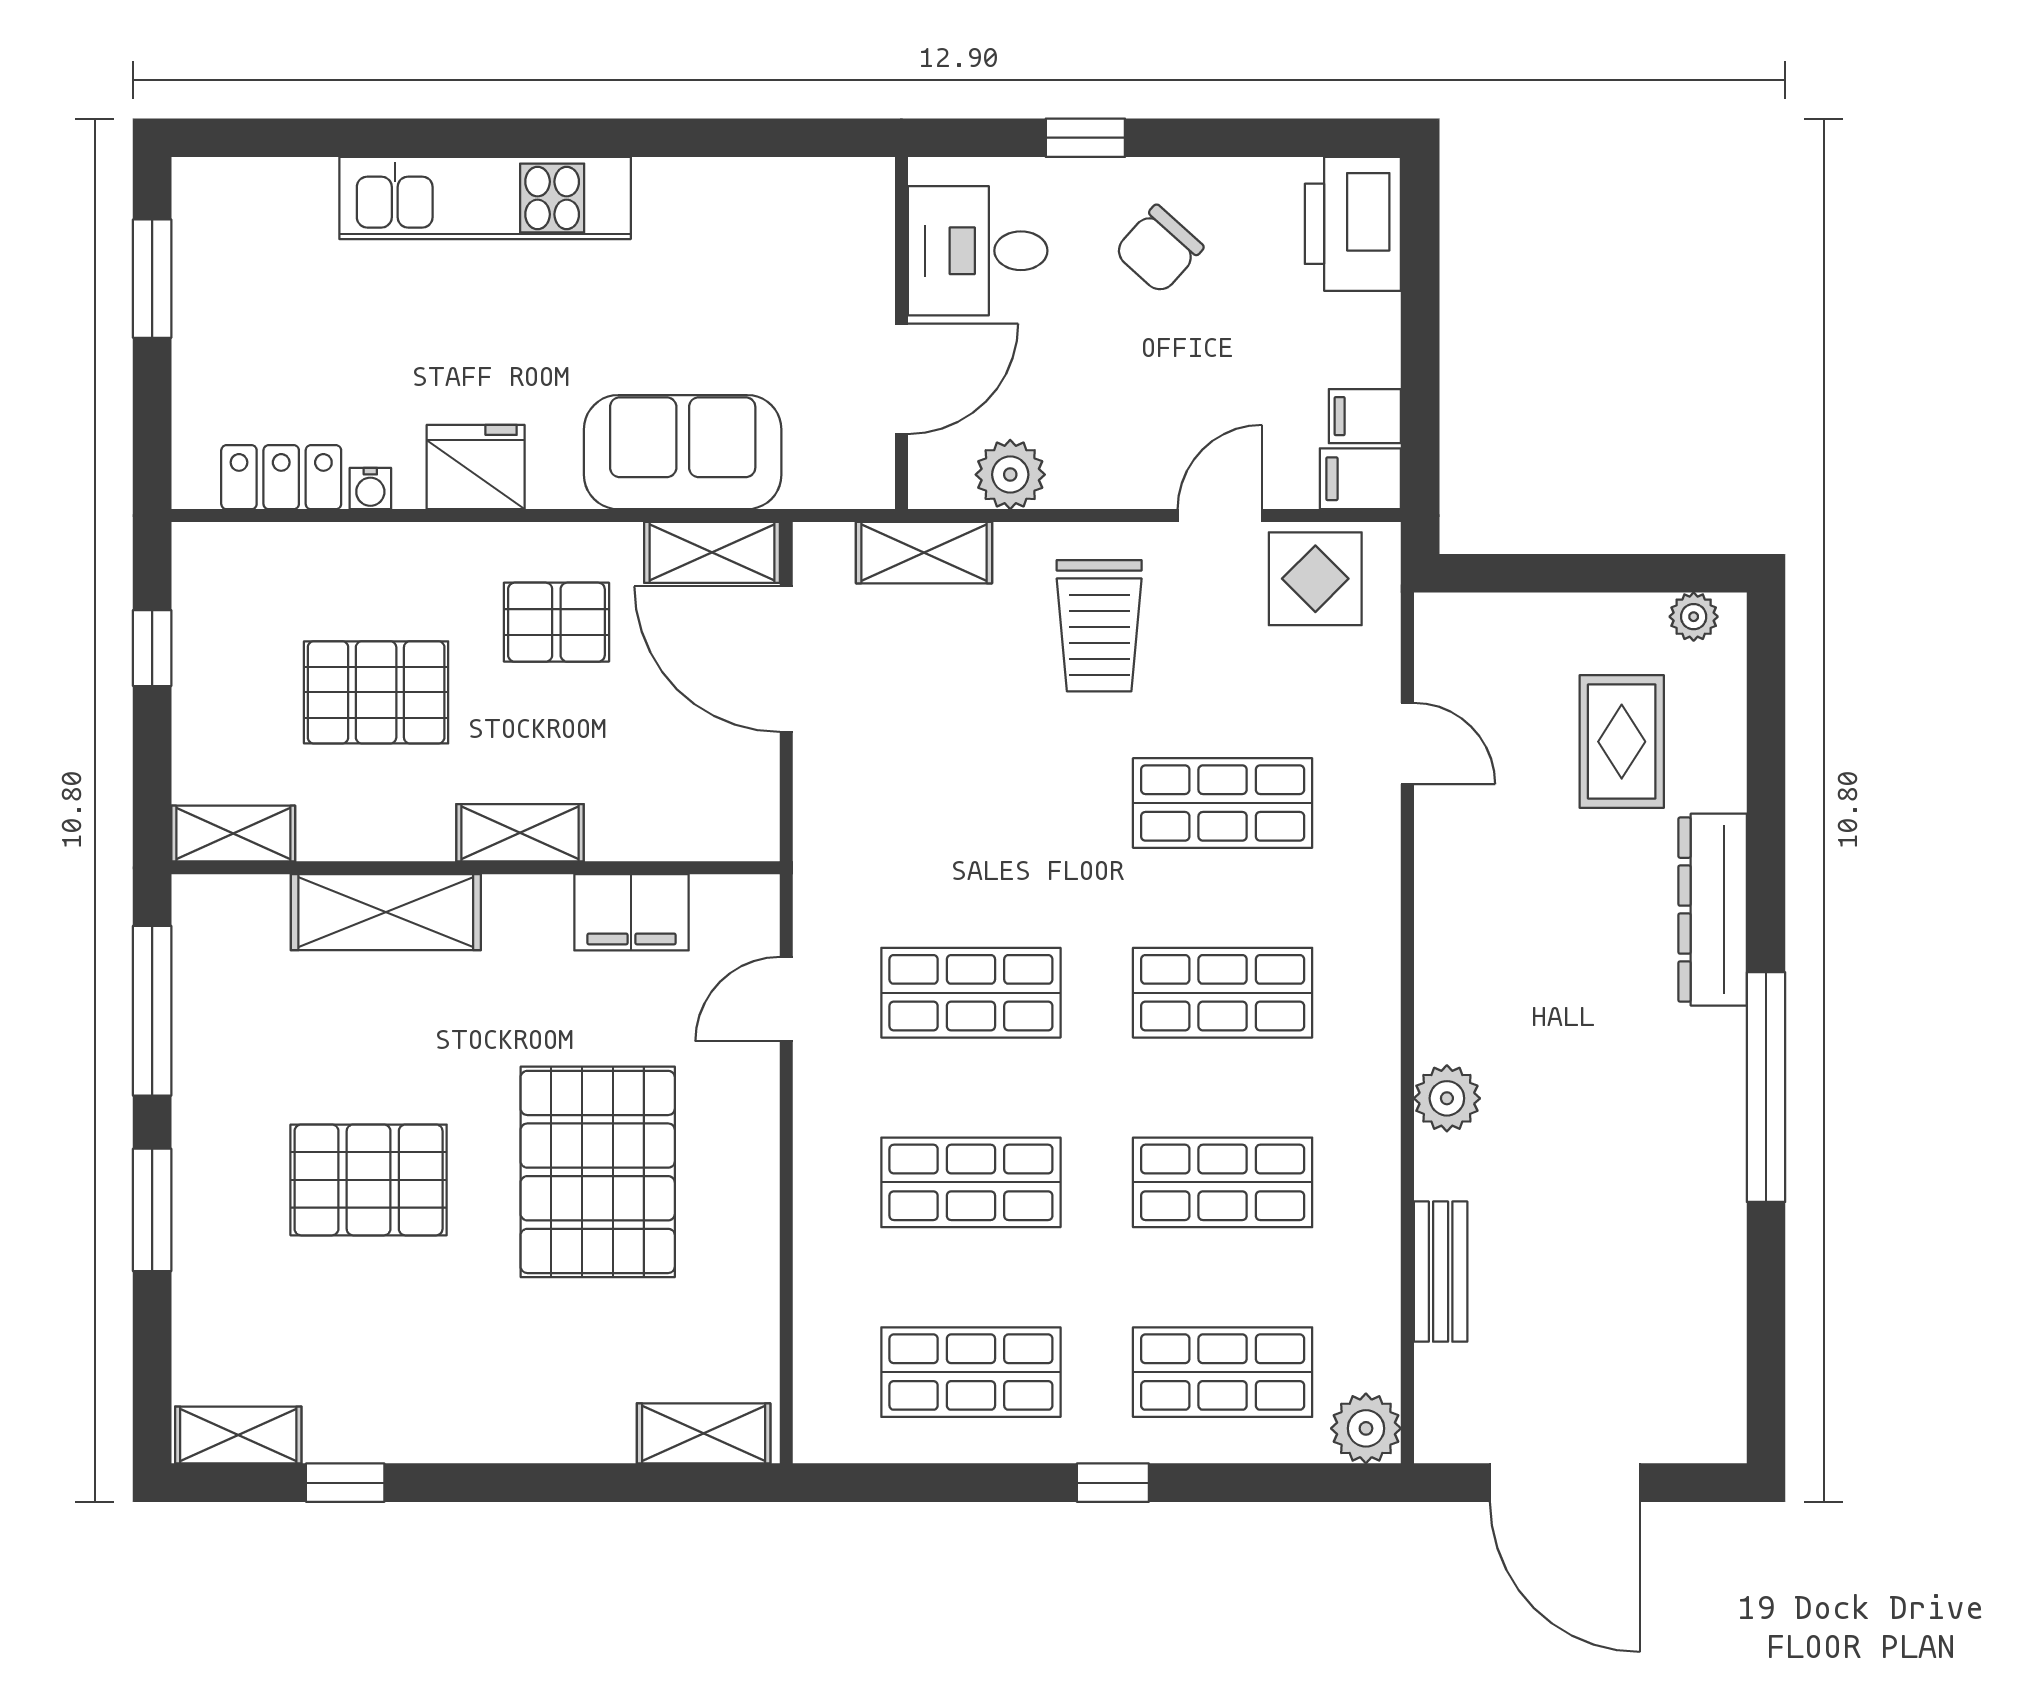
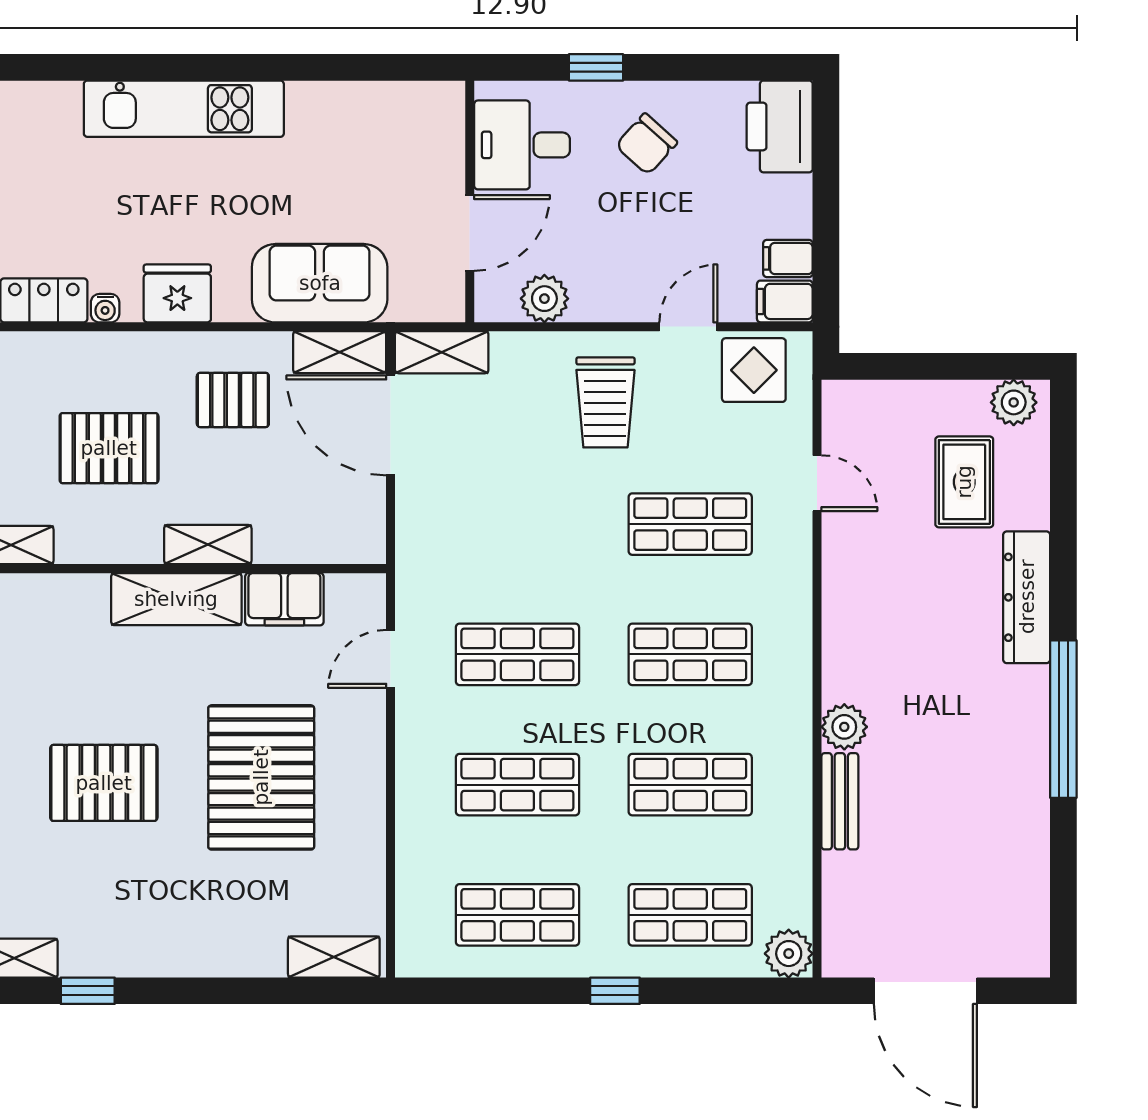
shelving: (924, 553) -> (442, 352), moved
plant: (1694, 617) -> (1014, 402), width x1.38, depth x1.38
shelving: (386, 912) -> (176, 599), moved
bench: (1441, 1272) -> (840, 801), moved

